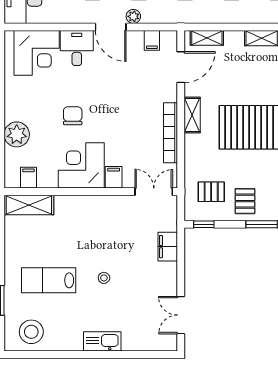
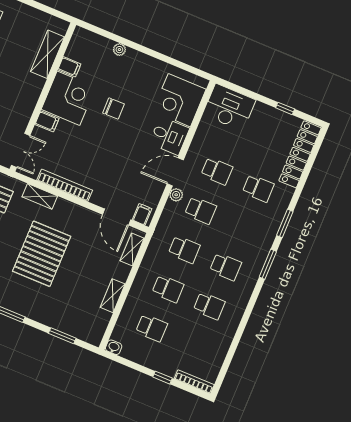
filing cabinet: (152, 40) -> (142, 214), moved, turned 90
shelving: (192, 115) -> (40, 196), moved
plant: (17, 134) -> (119, 50), width x0.53, depth x0.53
filing cabinet: (28, 178) -> (69, 67), moved
shelving: (29, 205) -> (47, 54), moved

